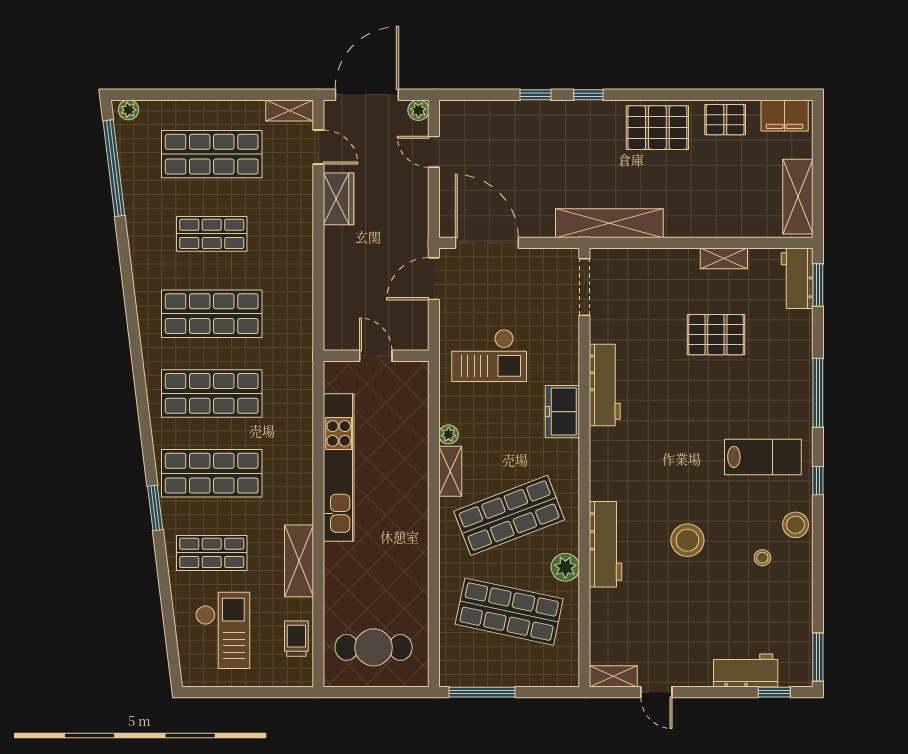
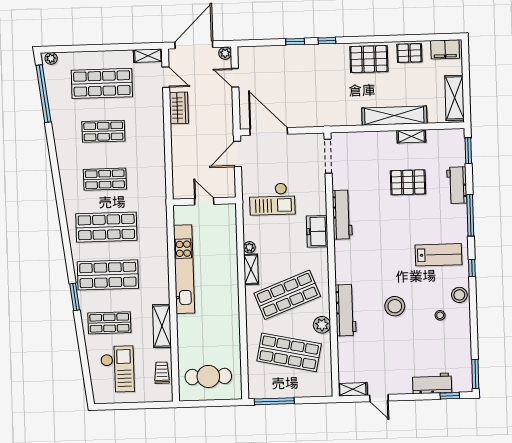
shelving: (609, 223) -> (394, 116), moved
workbench: (797, 278) -> (457, 185), moved
shop shelf: (212, 314) -> (105, 179), width x0.70, depth x0.74

